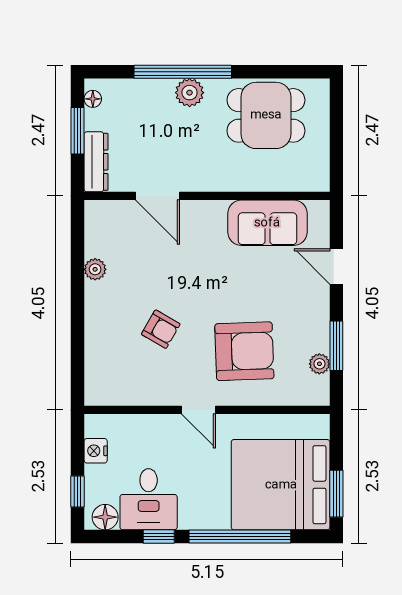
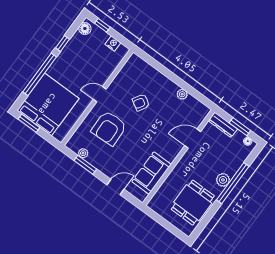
desk: (149, 499) -> (80, 50), removed

